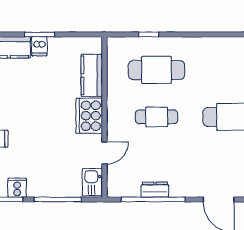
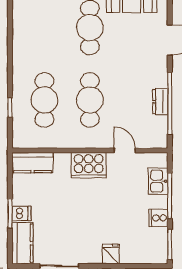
kitchen counter: (92, 75) -> (32, 163), moved
cafe table: (157, 117) -> (90, 100), width x1.37, depth x1.35
kitchen sink: (92, 182) -> (158, 181), moved, turned 90
cooker: (17, 188) -> (158, 218), moved

